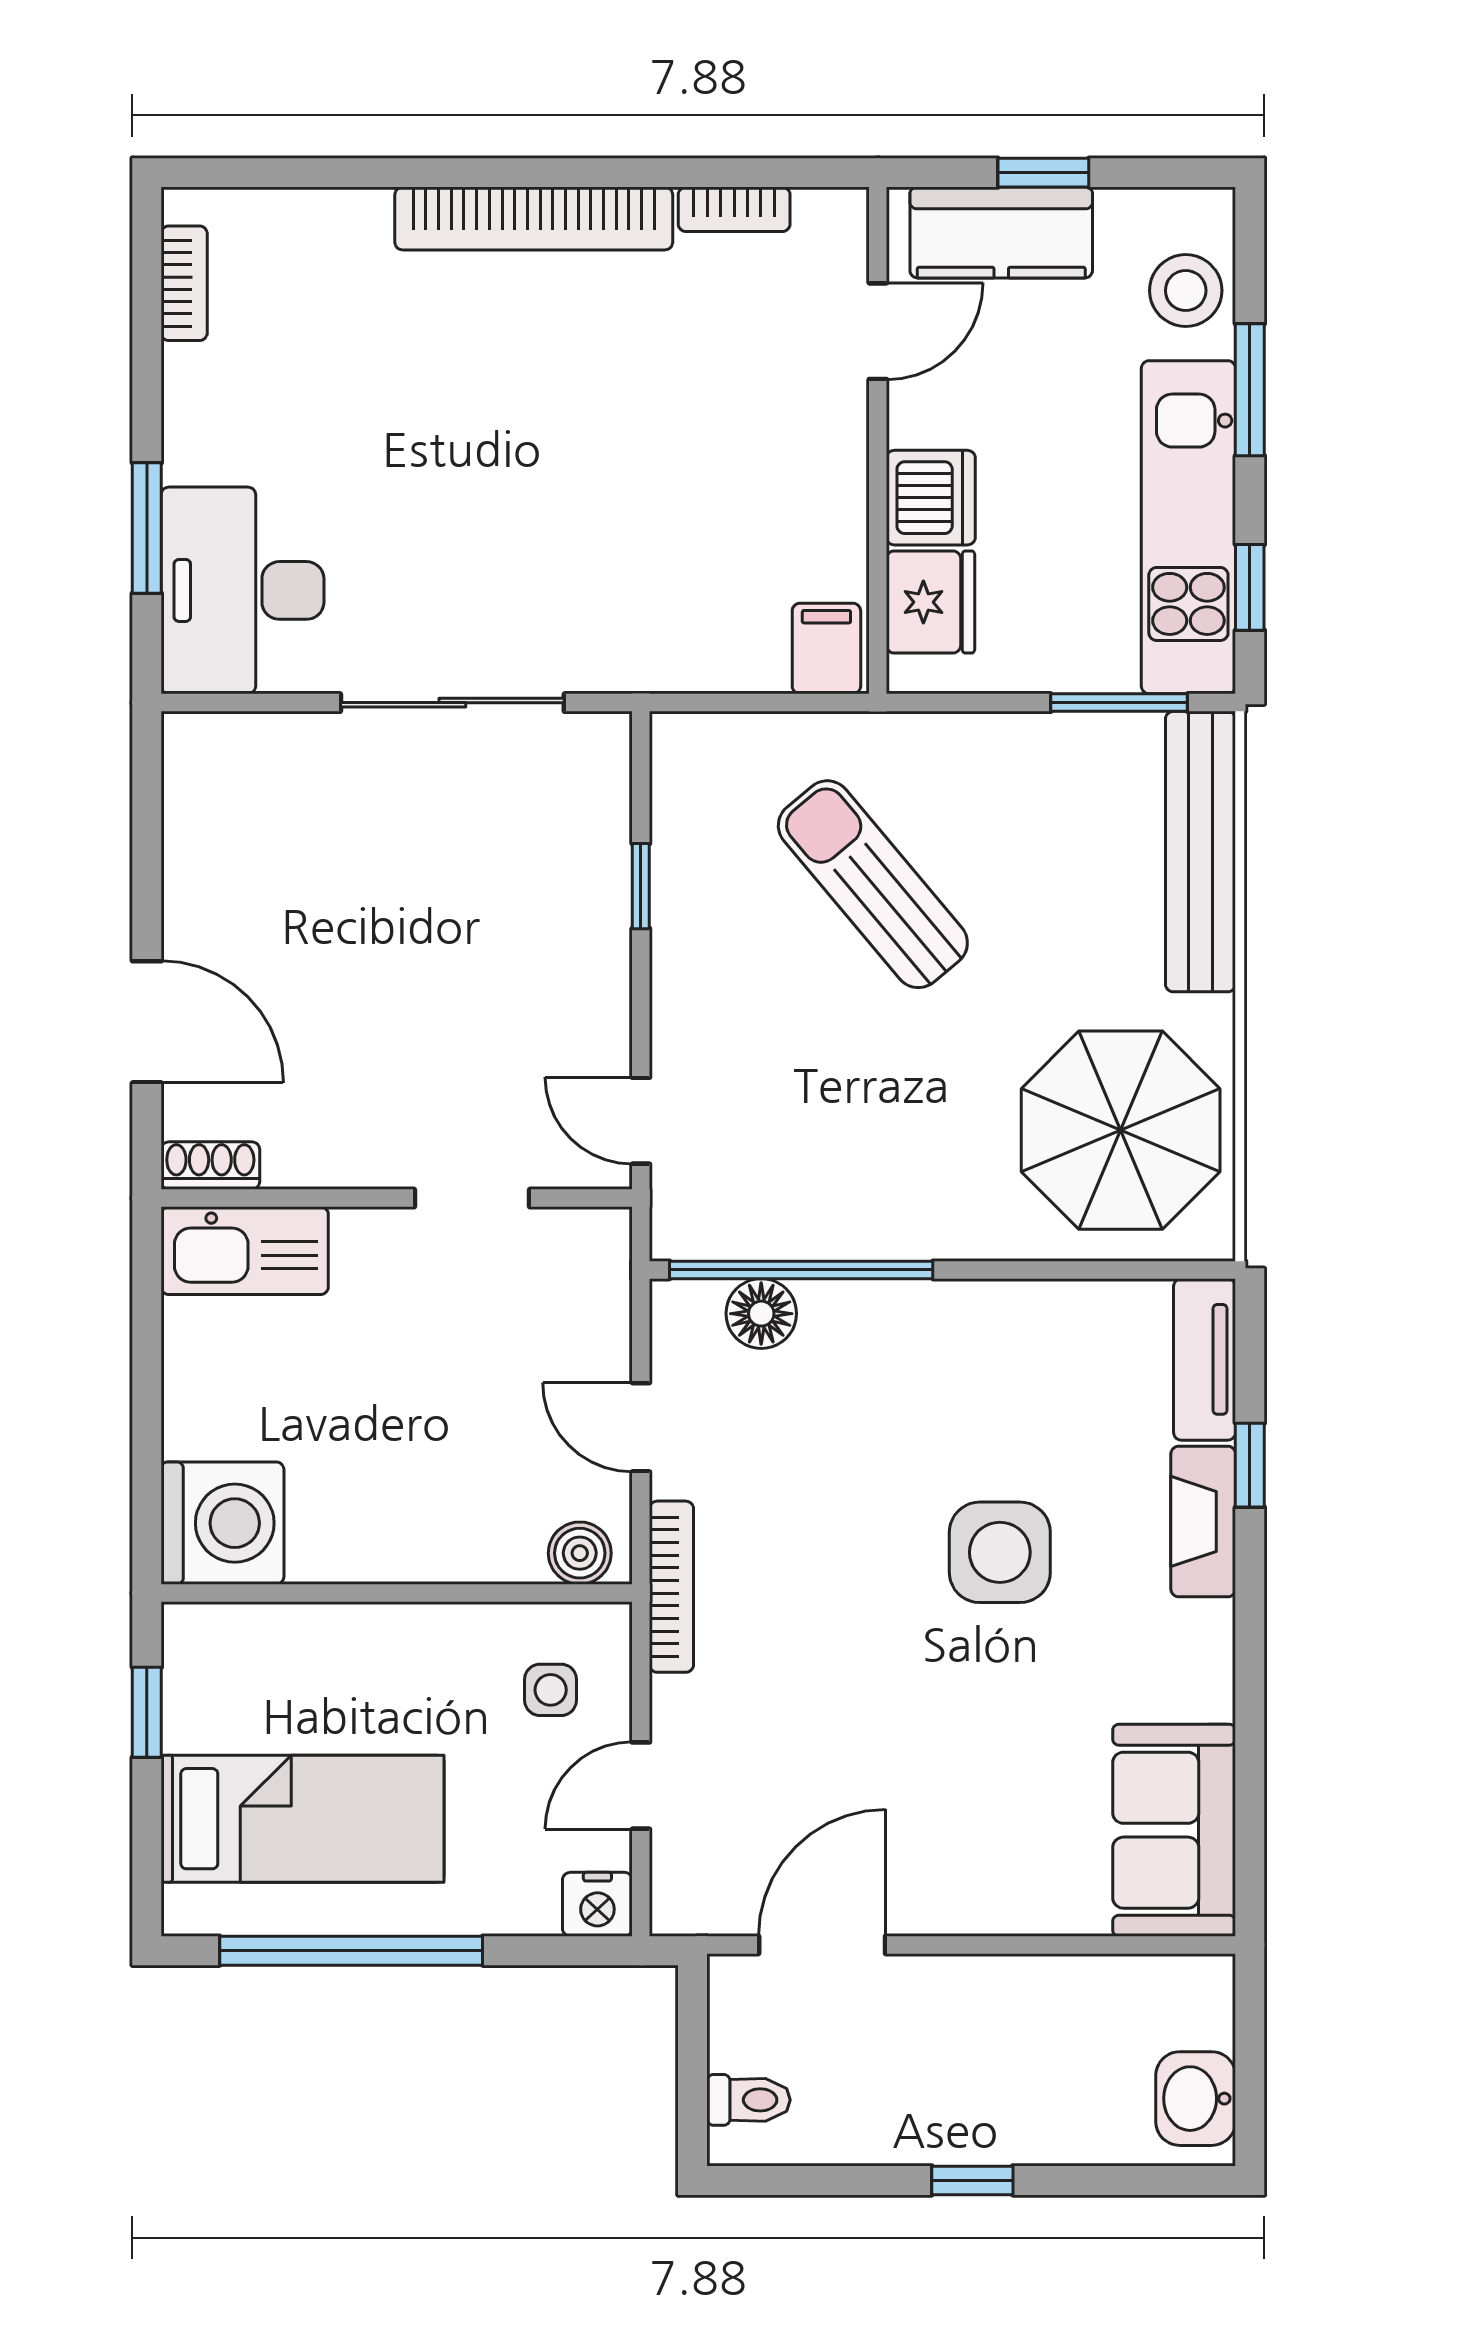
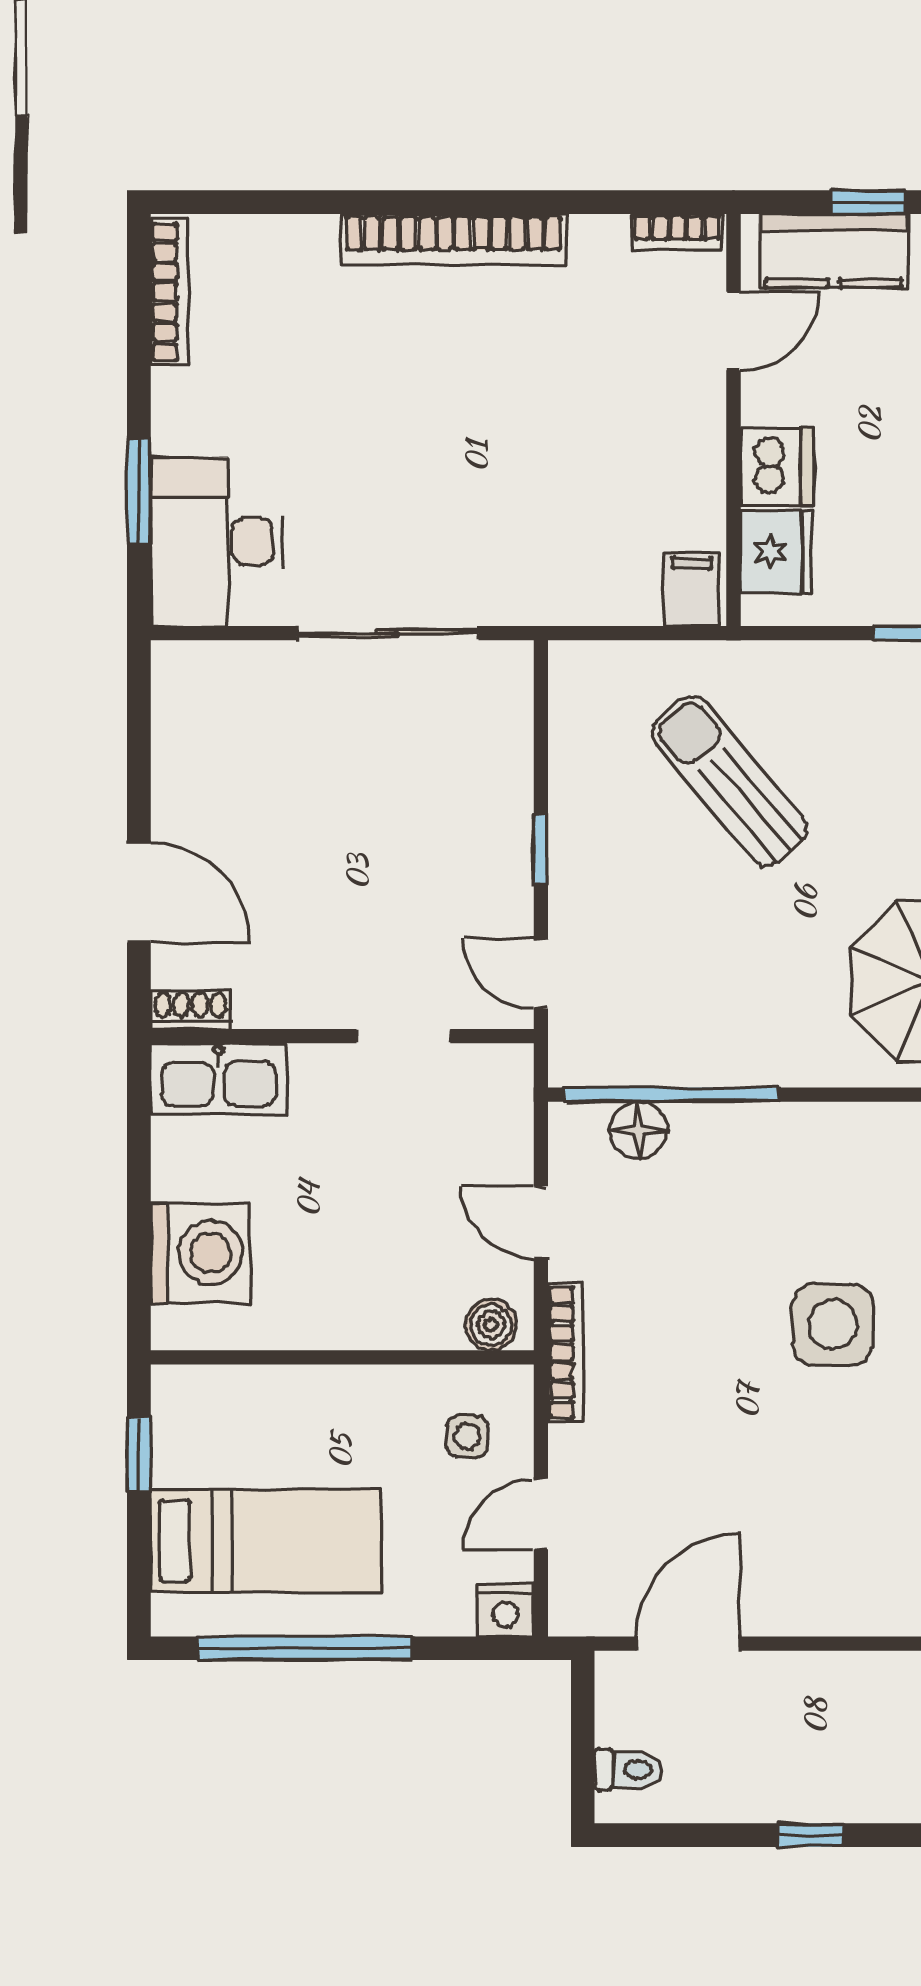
bookcase: (734, 209) -> (677, 232), moved
bookcase: (184, 283) -> (169, 292), width x1.56
window: (641, 886) -> (541, 850), moved
washing machine: (222, 1523) -> (200, 1253), moved

